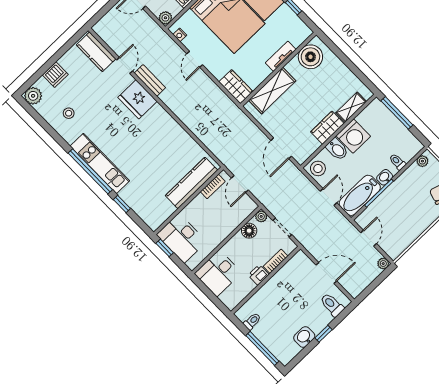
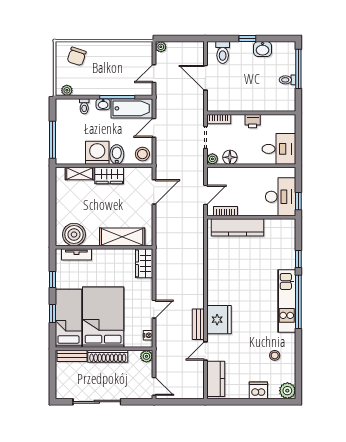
tv unit: (281, 56) -> (76, 254), moved
bookcase: (276, 261) -> (219, 119), moved
toilet: (252, 321) -> (287, 80), moved

